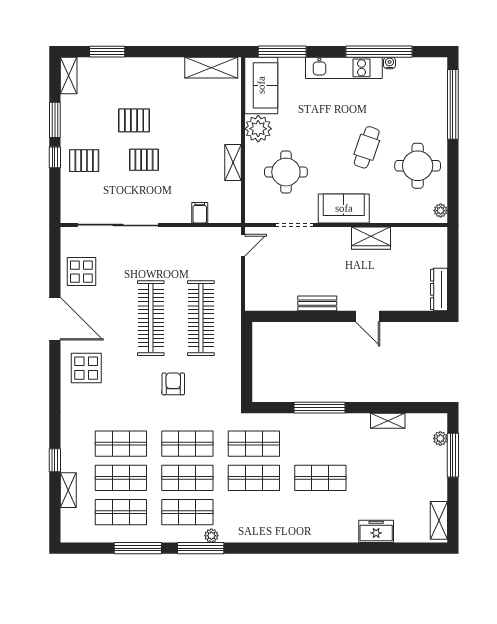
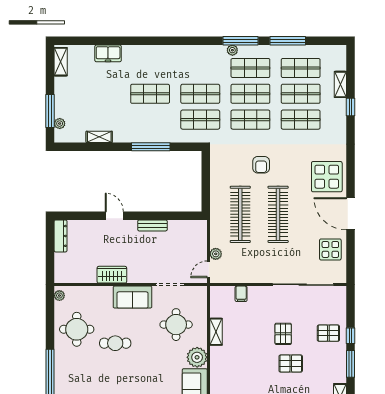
cafe table: (367, 147) -> (115, 343), turned 71
pallet: (144, 160) -> (283, 334), turned 90
plant: (233, 266) -> (216, 254), added
display table: (86, 368) -> (327, 177), width x1.36, depth x1.36

